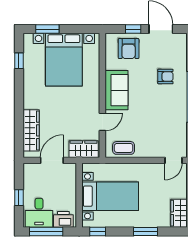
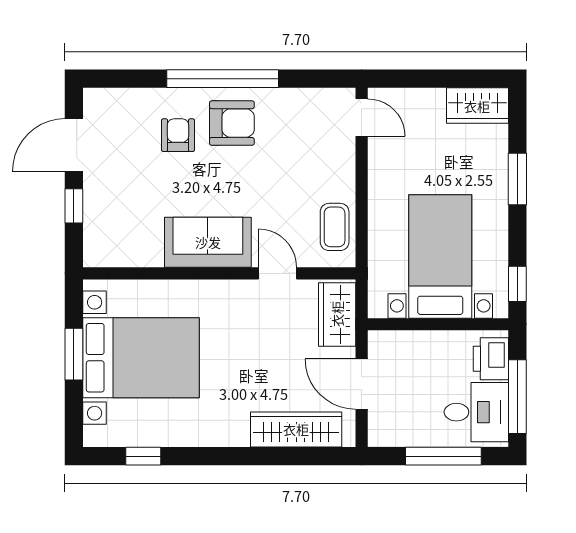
window: (47, 29) -> (74, 354), moved
armchair: (129, 49) -> (232, 123), moved
window: (19, 198) -> (443, 456), width x2.17

